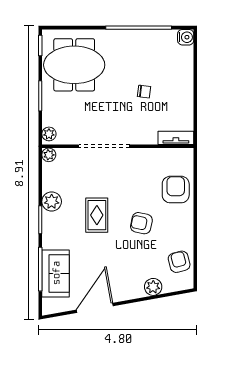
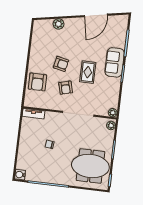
plant: (52, 202) -> (114, 84), removed
armchair: (179, 262) -> (66, 88), moved
sofa: (56, 273) -> (115, 62), moved

